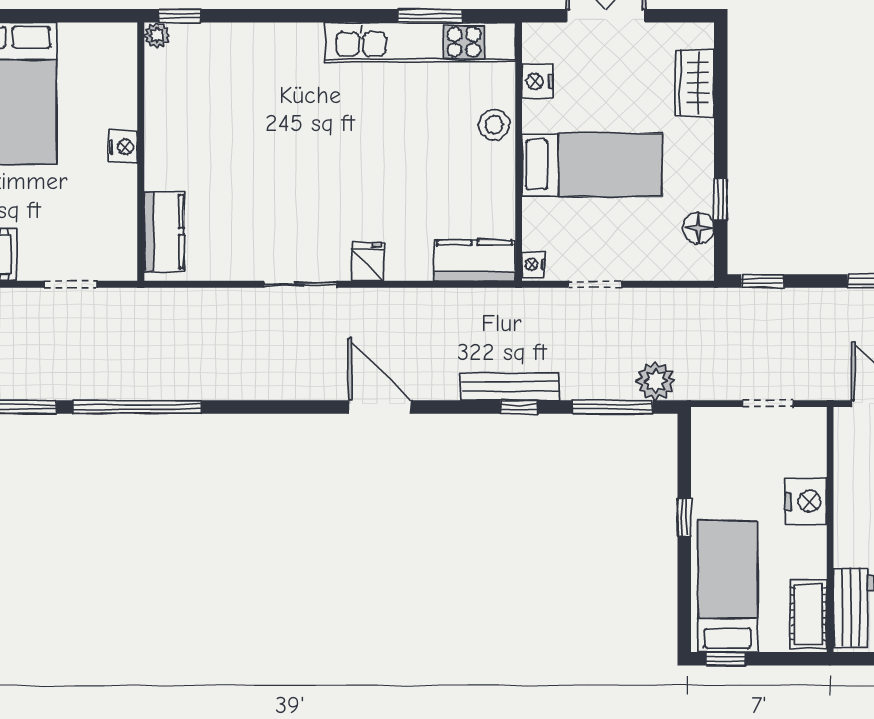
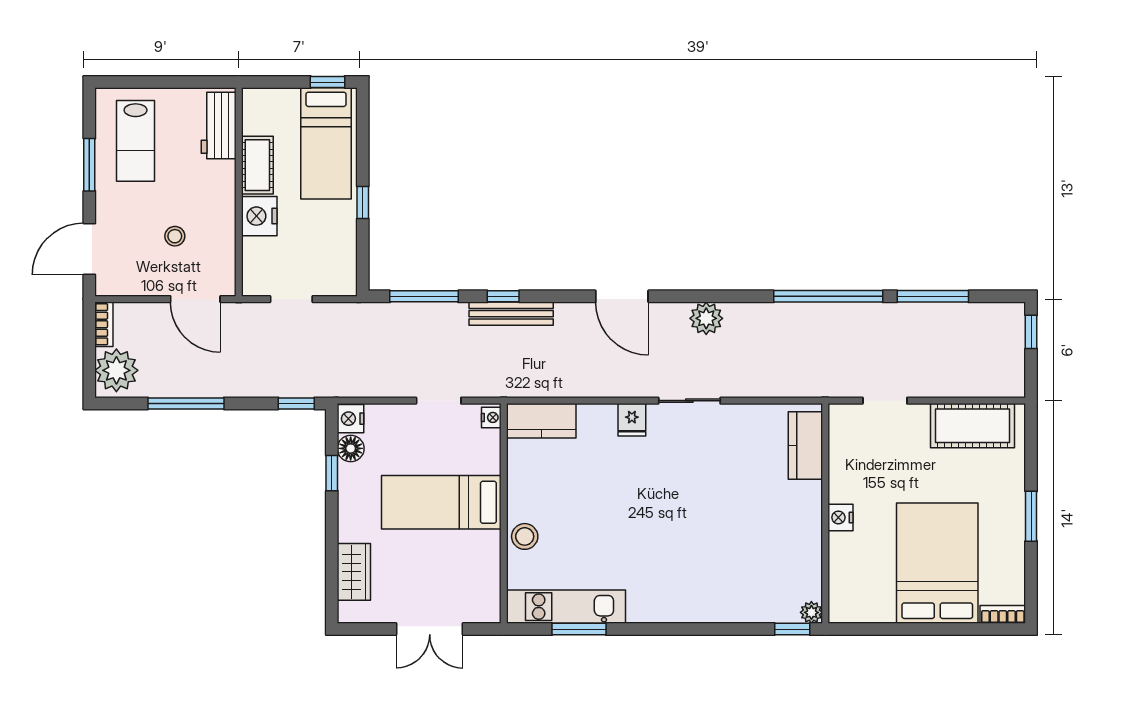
kitchen unit: (420, 42) -> (566, 607), width x0.73
nightstand: (537, 81) -> (351, 419), moved, turned 180
plant: (656, 381) -> (706, 318), moved
cot: (808, 614) -> (257, 165), moved

